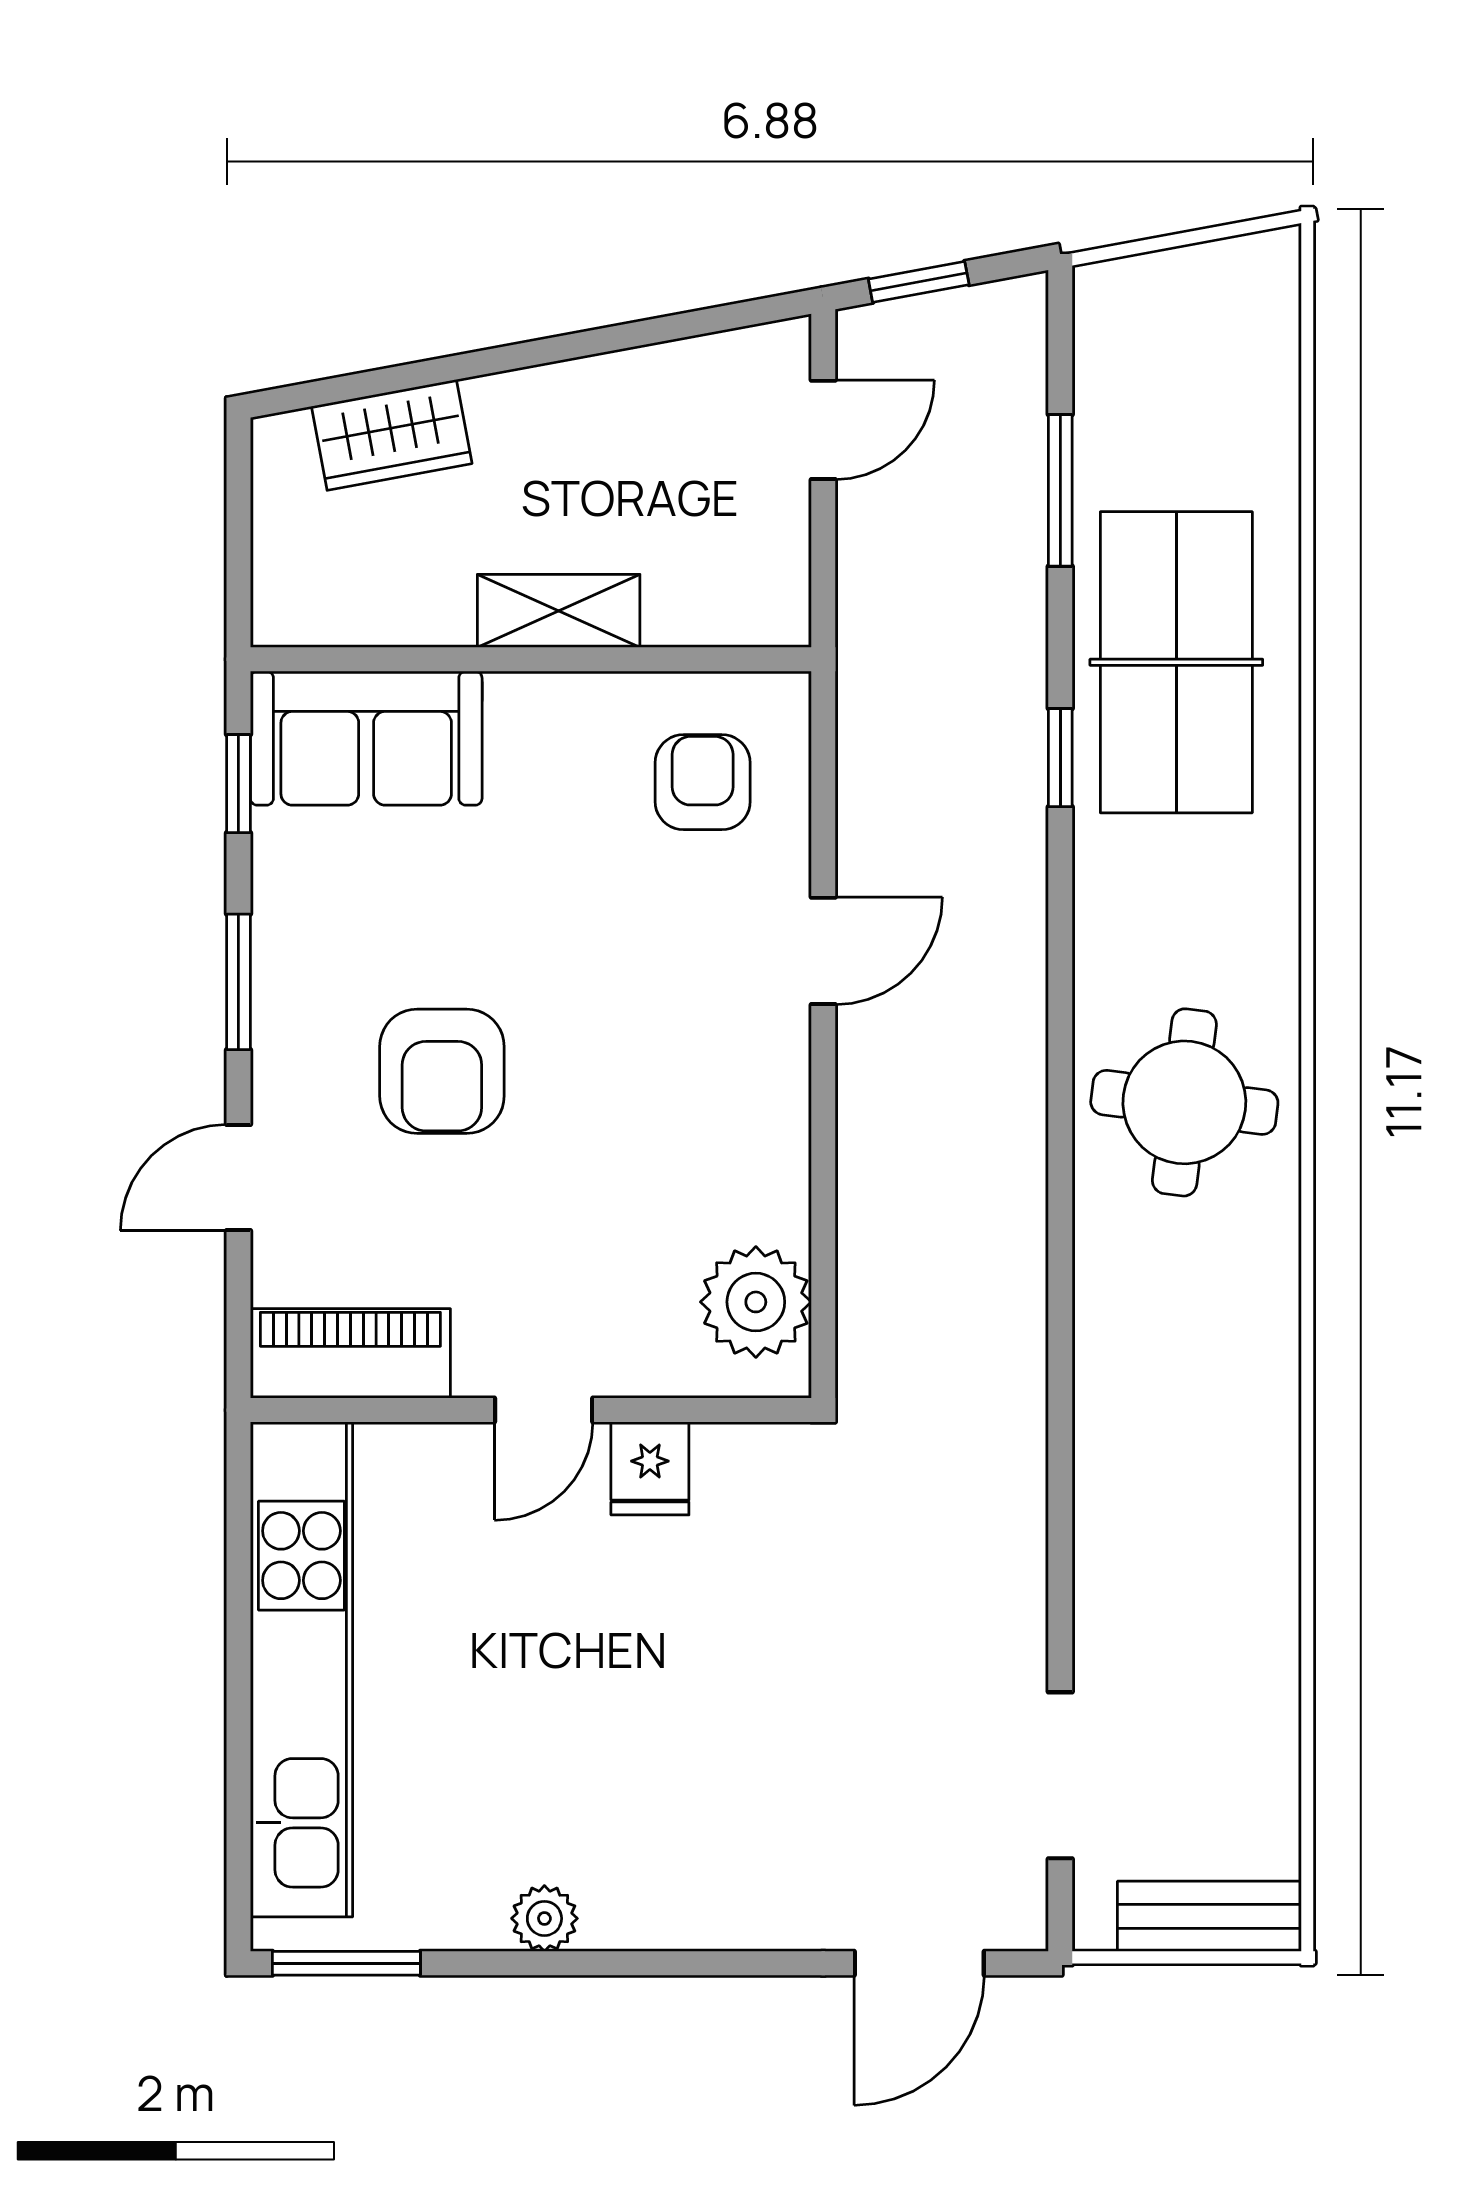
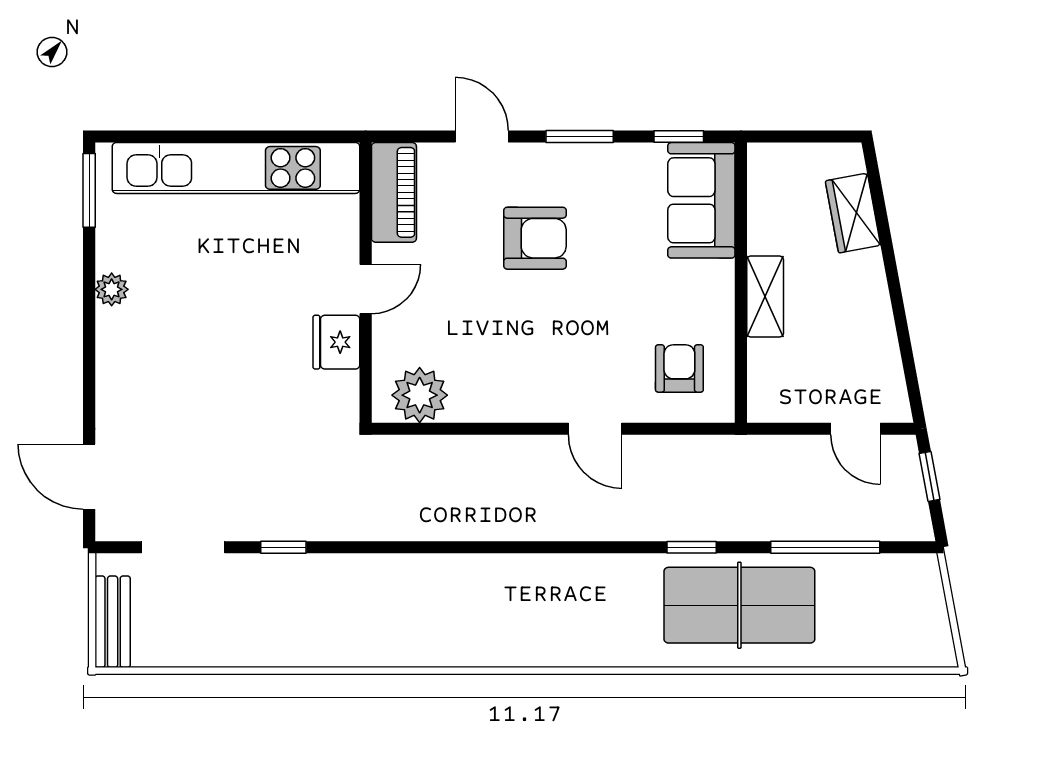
window: (1060, 490) -> (825, 547), width x1.44
armchair: (703, 782) -> (679, 368), turned -90
armchair: (442, 1071) -> (535, 238), turned 180
round table: (1184, 1102) -> (519, 609), removed
door: (544, 1410) -> (366, 289), swing flipped
fridge: (650, 1468) -> (336, 342), width x1.38
window: (1060, 1575) -> (283, 547), added

